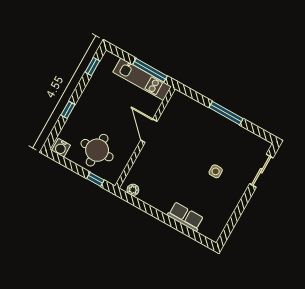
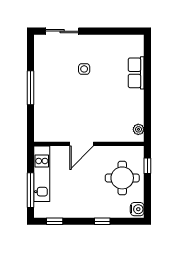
window: (150, 70) -> (31, 190), moved

